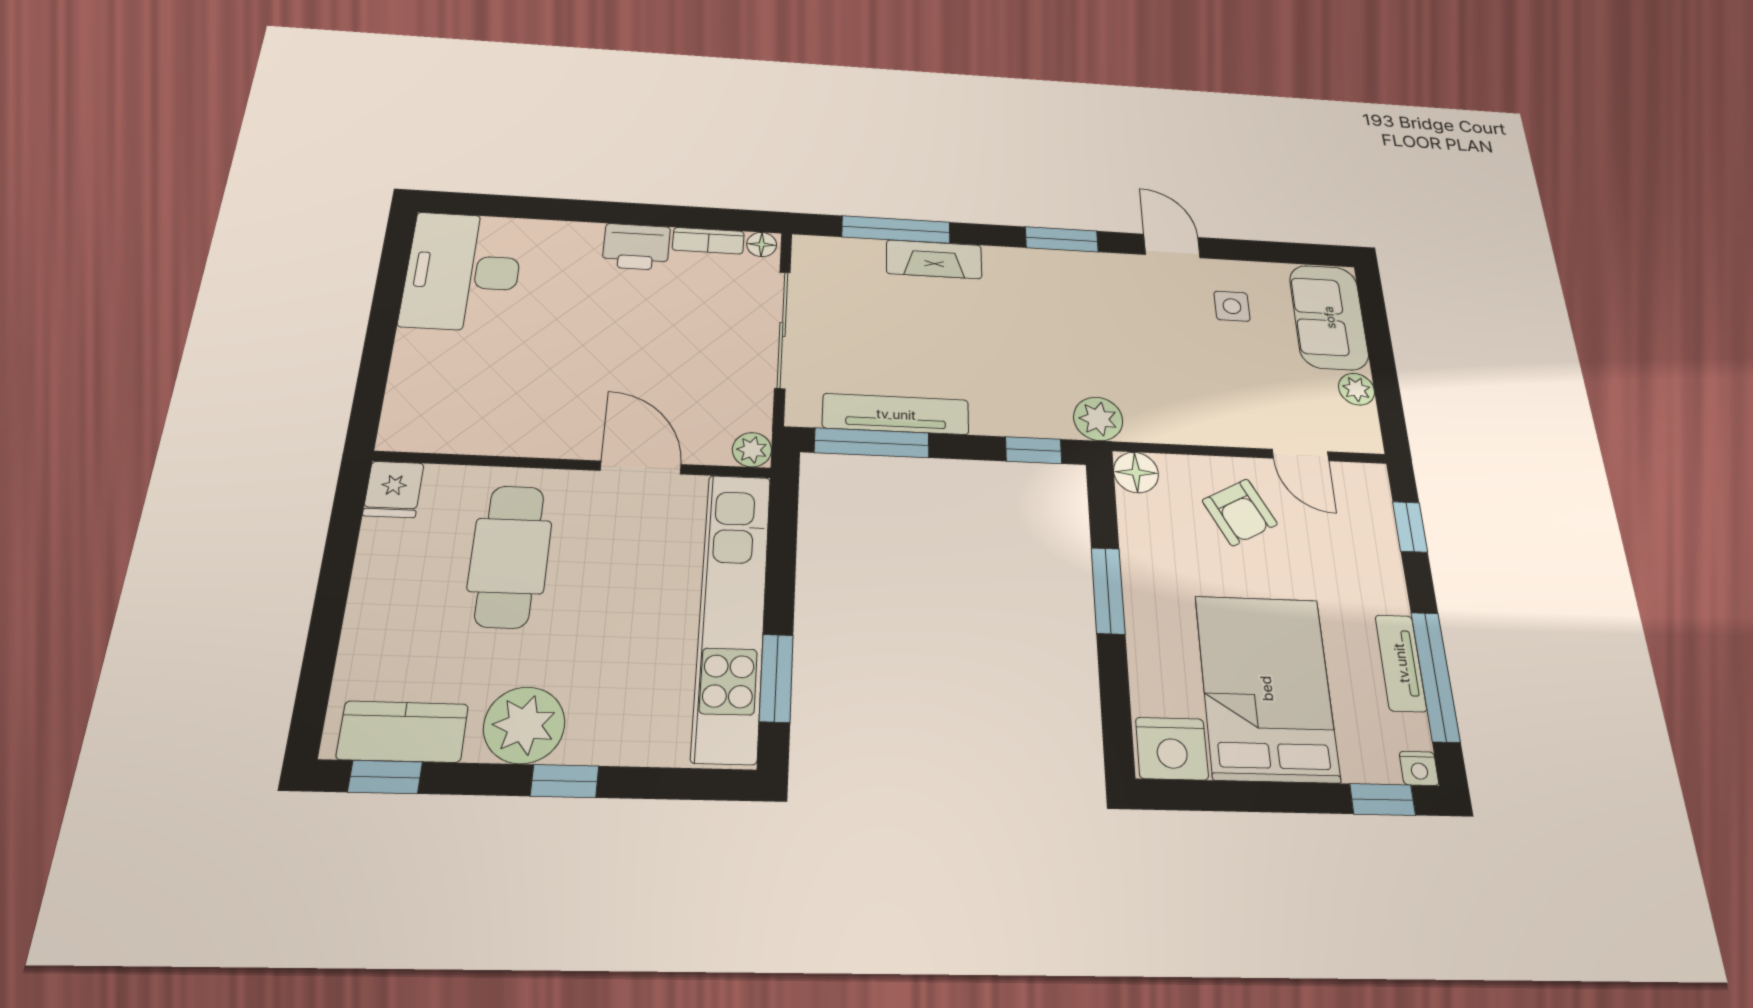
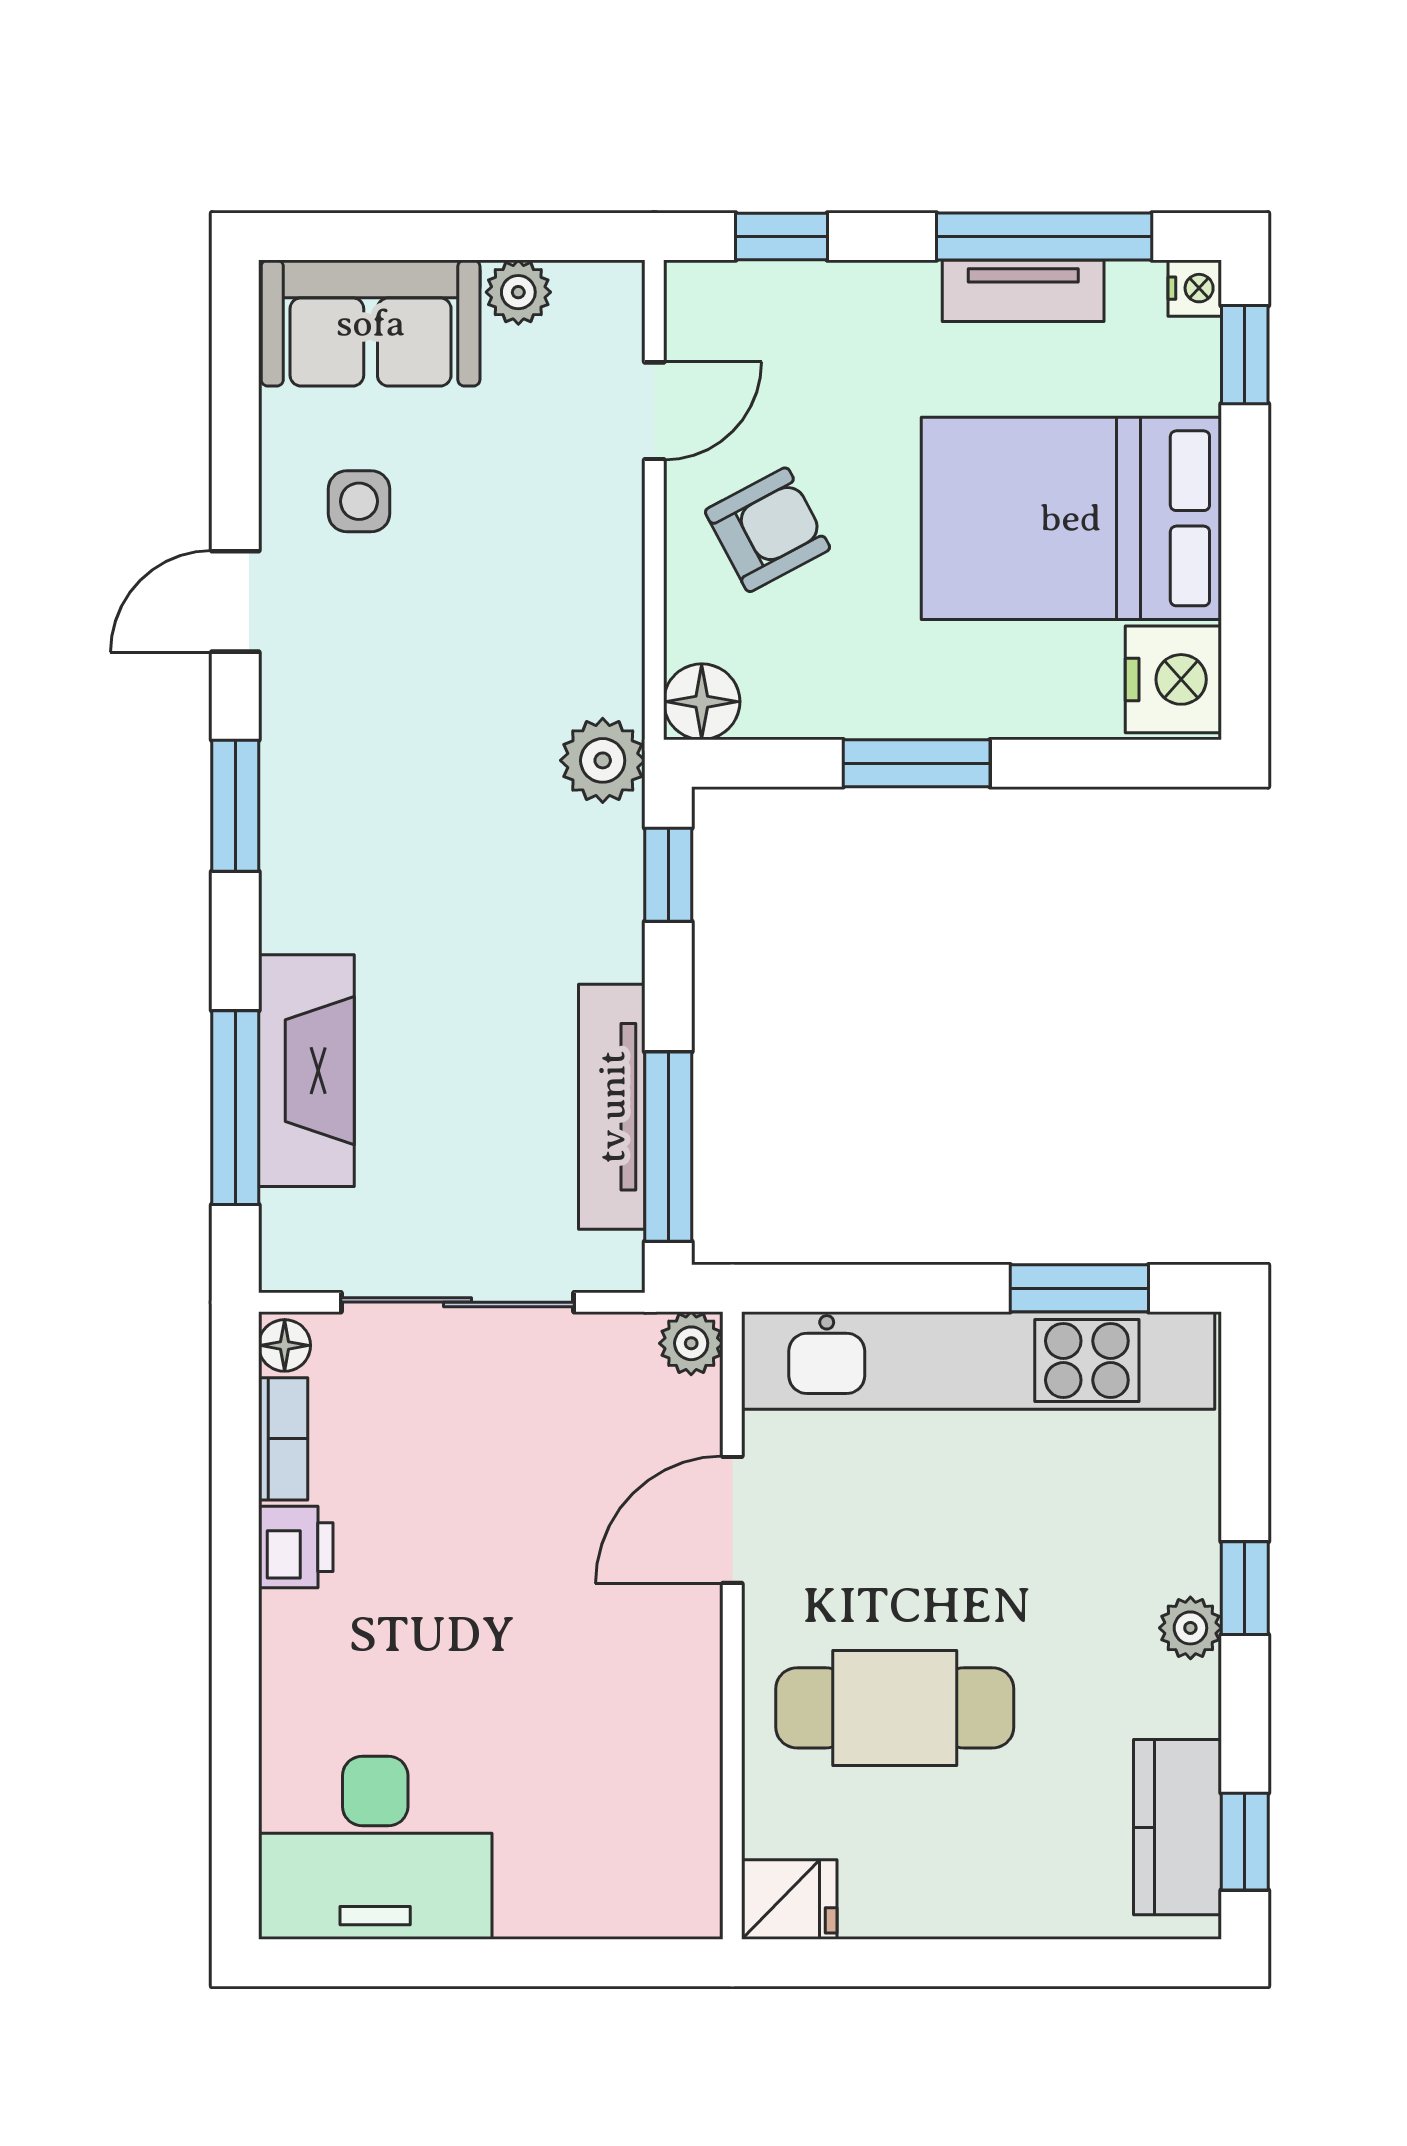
printer: (636, 247) -> (296, 1547), width x0.73, depth x0.81
fireplace: (934, 259) -> (306, 1071), width x1.37, depth x1.32
plant: (524, 725) -> (1190, 1628), width x0.53, depth x0.53

